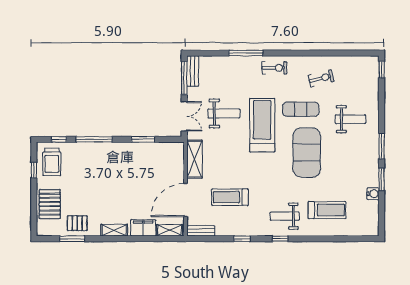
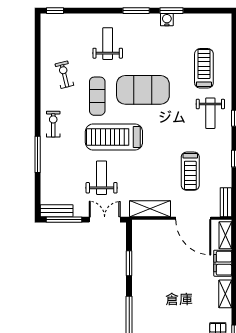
water cooler: (373, 194) -> (167, 20), moved

